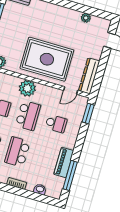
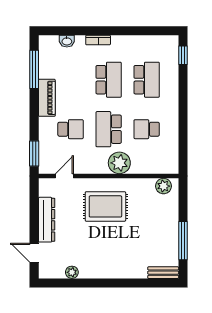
rug: (47, 59) -> (105, 206), width x0.73, depth x0.69
dresser: (89, 76) -> (47, 220), moved
school desk: (56, 124) -> (71, 129), turned 180
piano: (64, 162) -> (47, 98), moved

